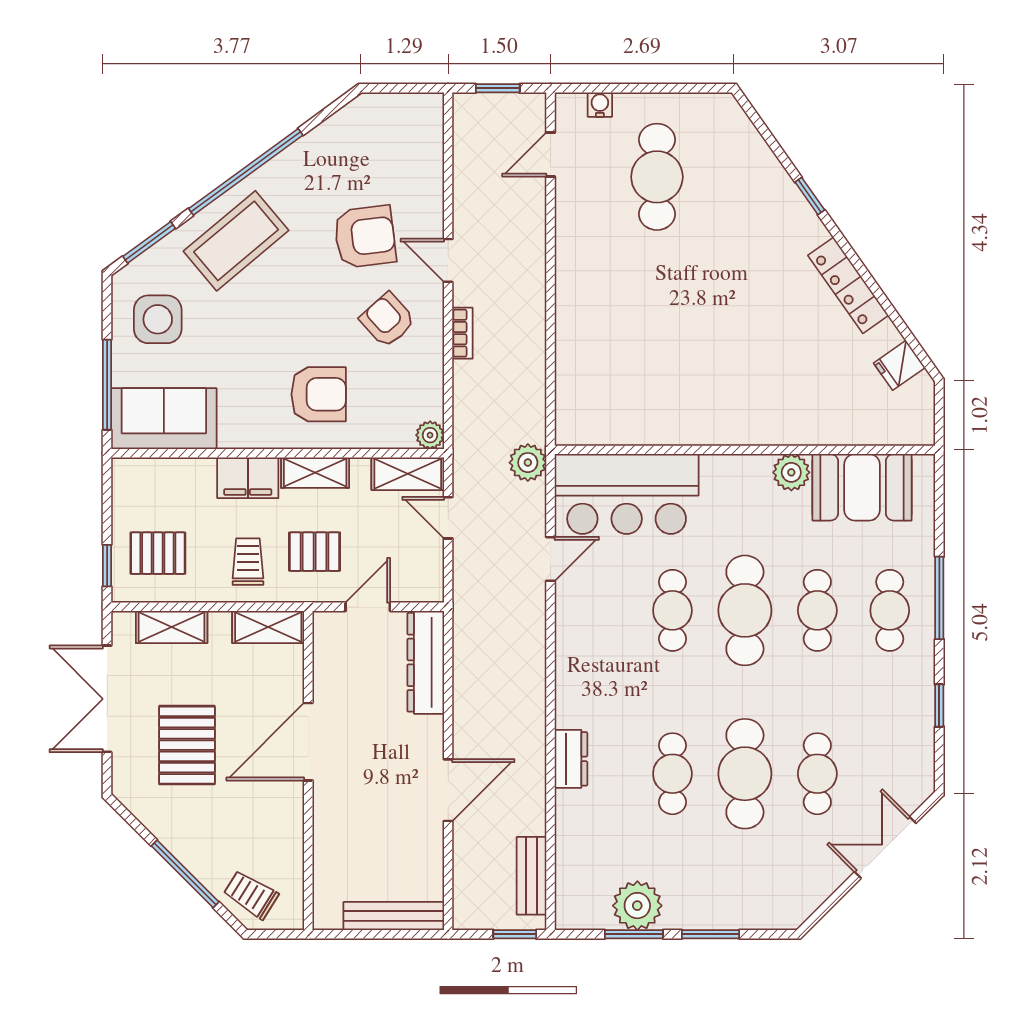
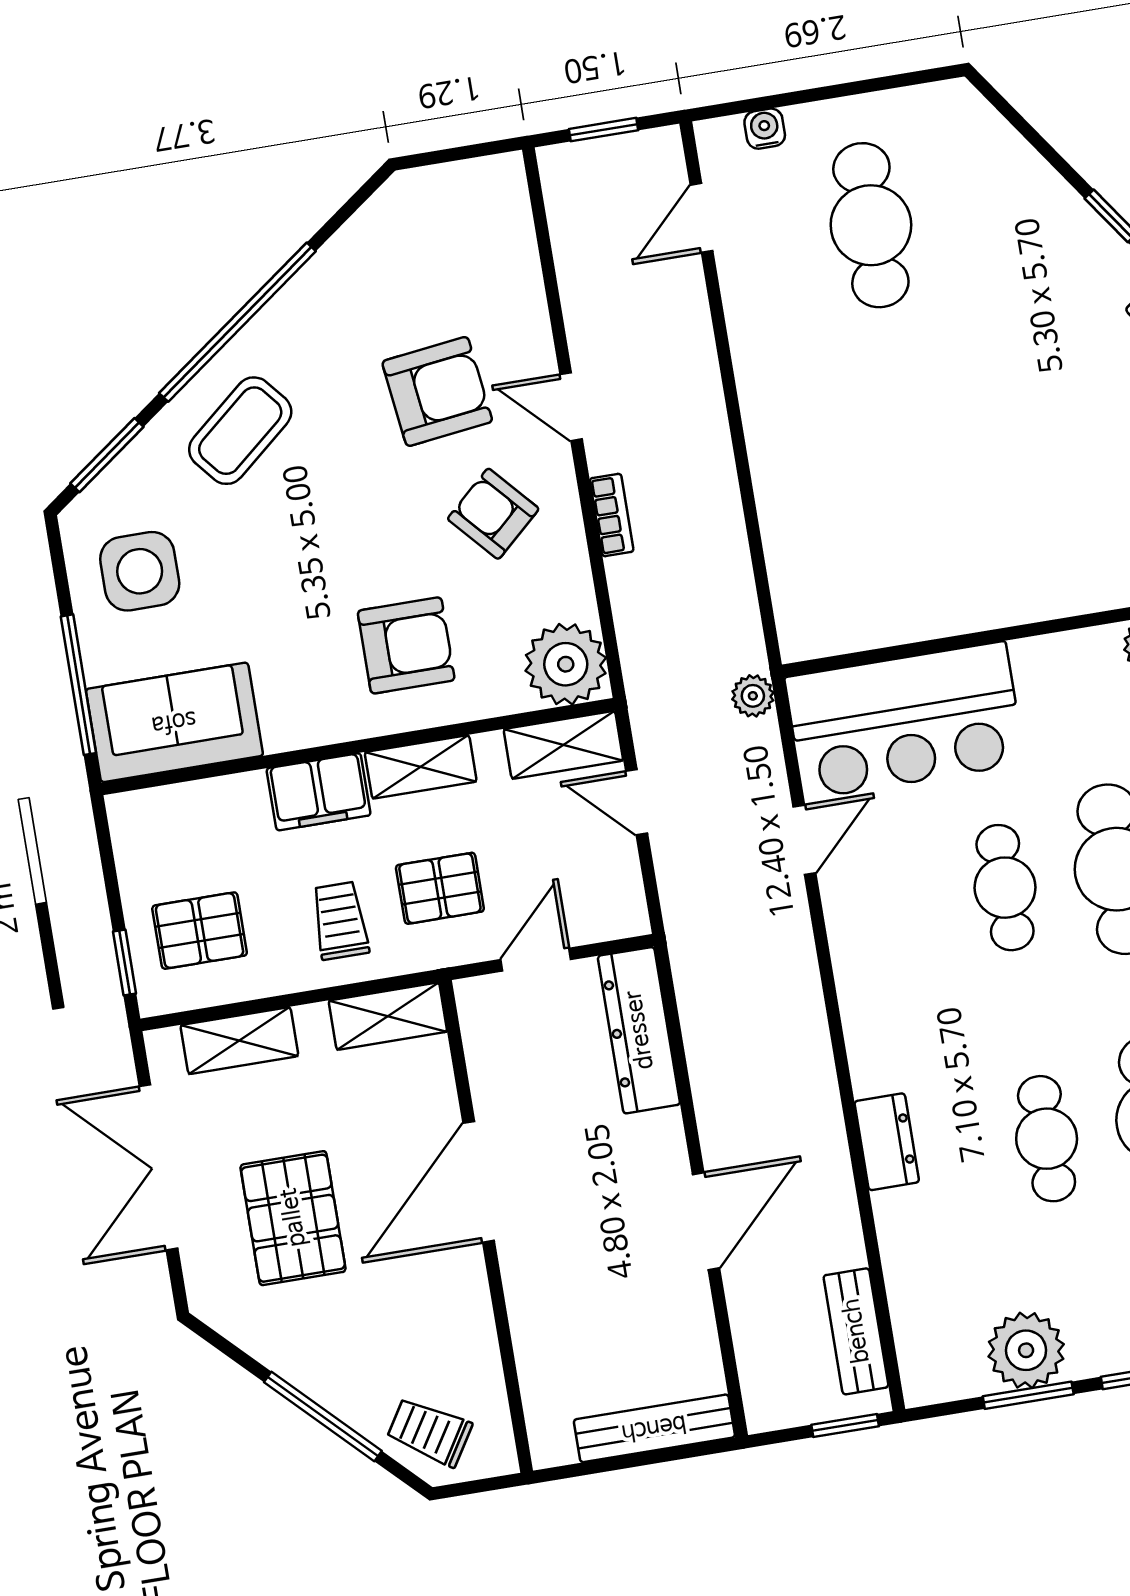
coffee table: (236, 241) -> (240, 431), width x0.73, depth x0.76
plant: (430, 435) -> (566, 664), width x1.87, depth x1.87
plant: (528, 463) -> (753, 696), width x0.73, depth x0.73

